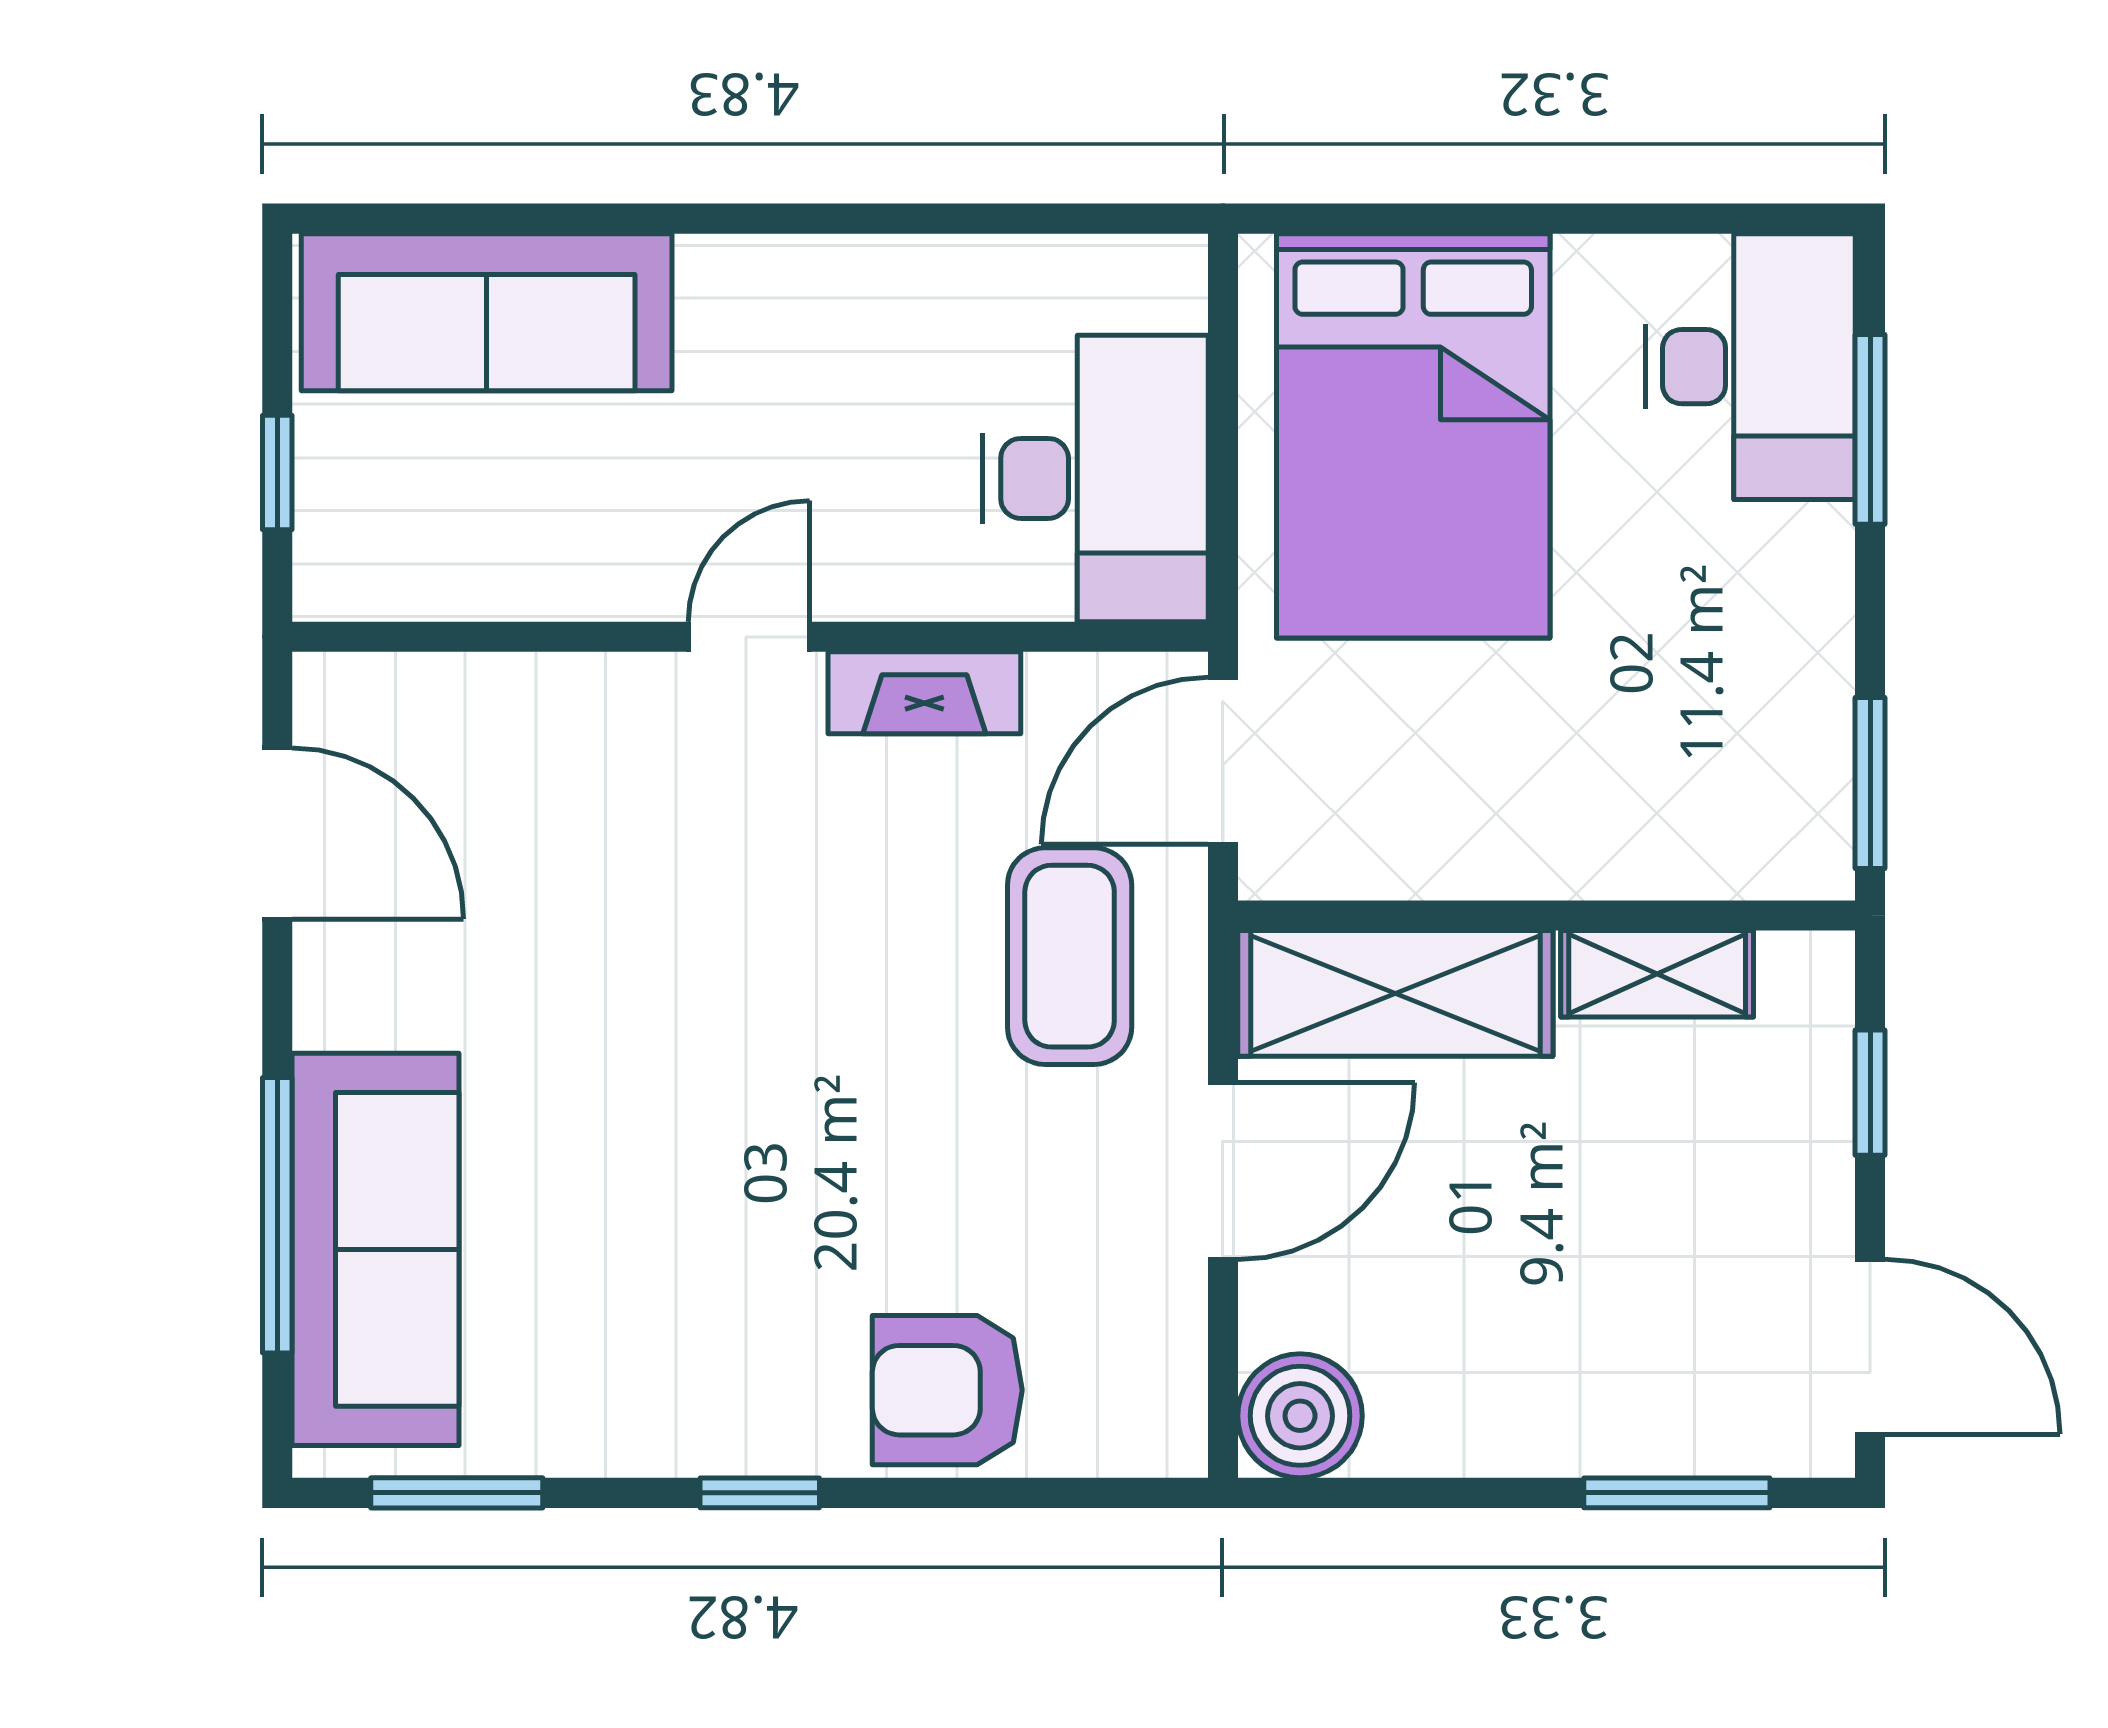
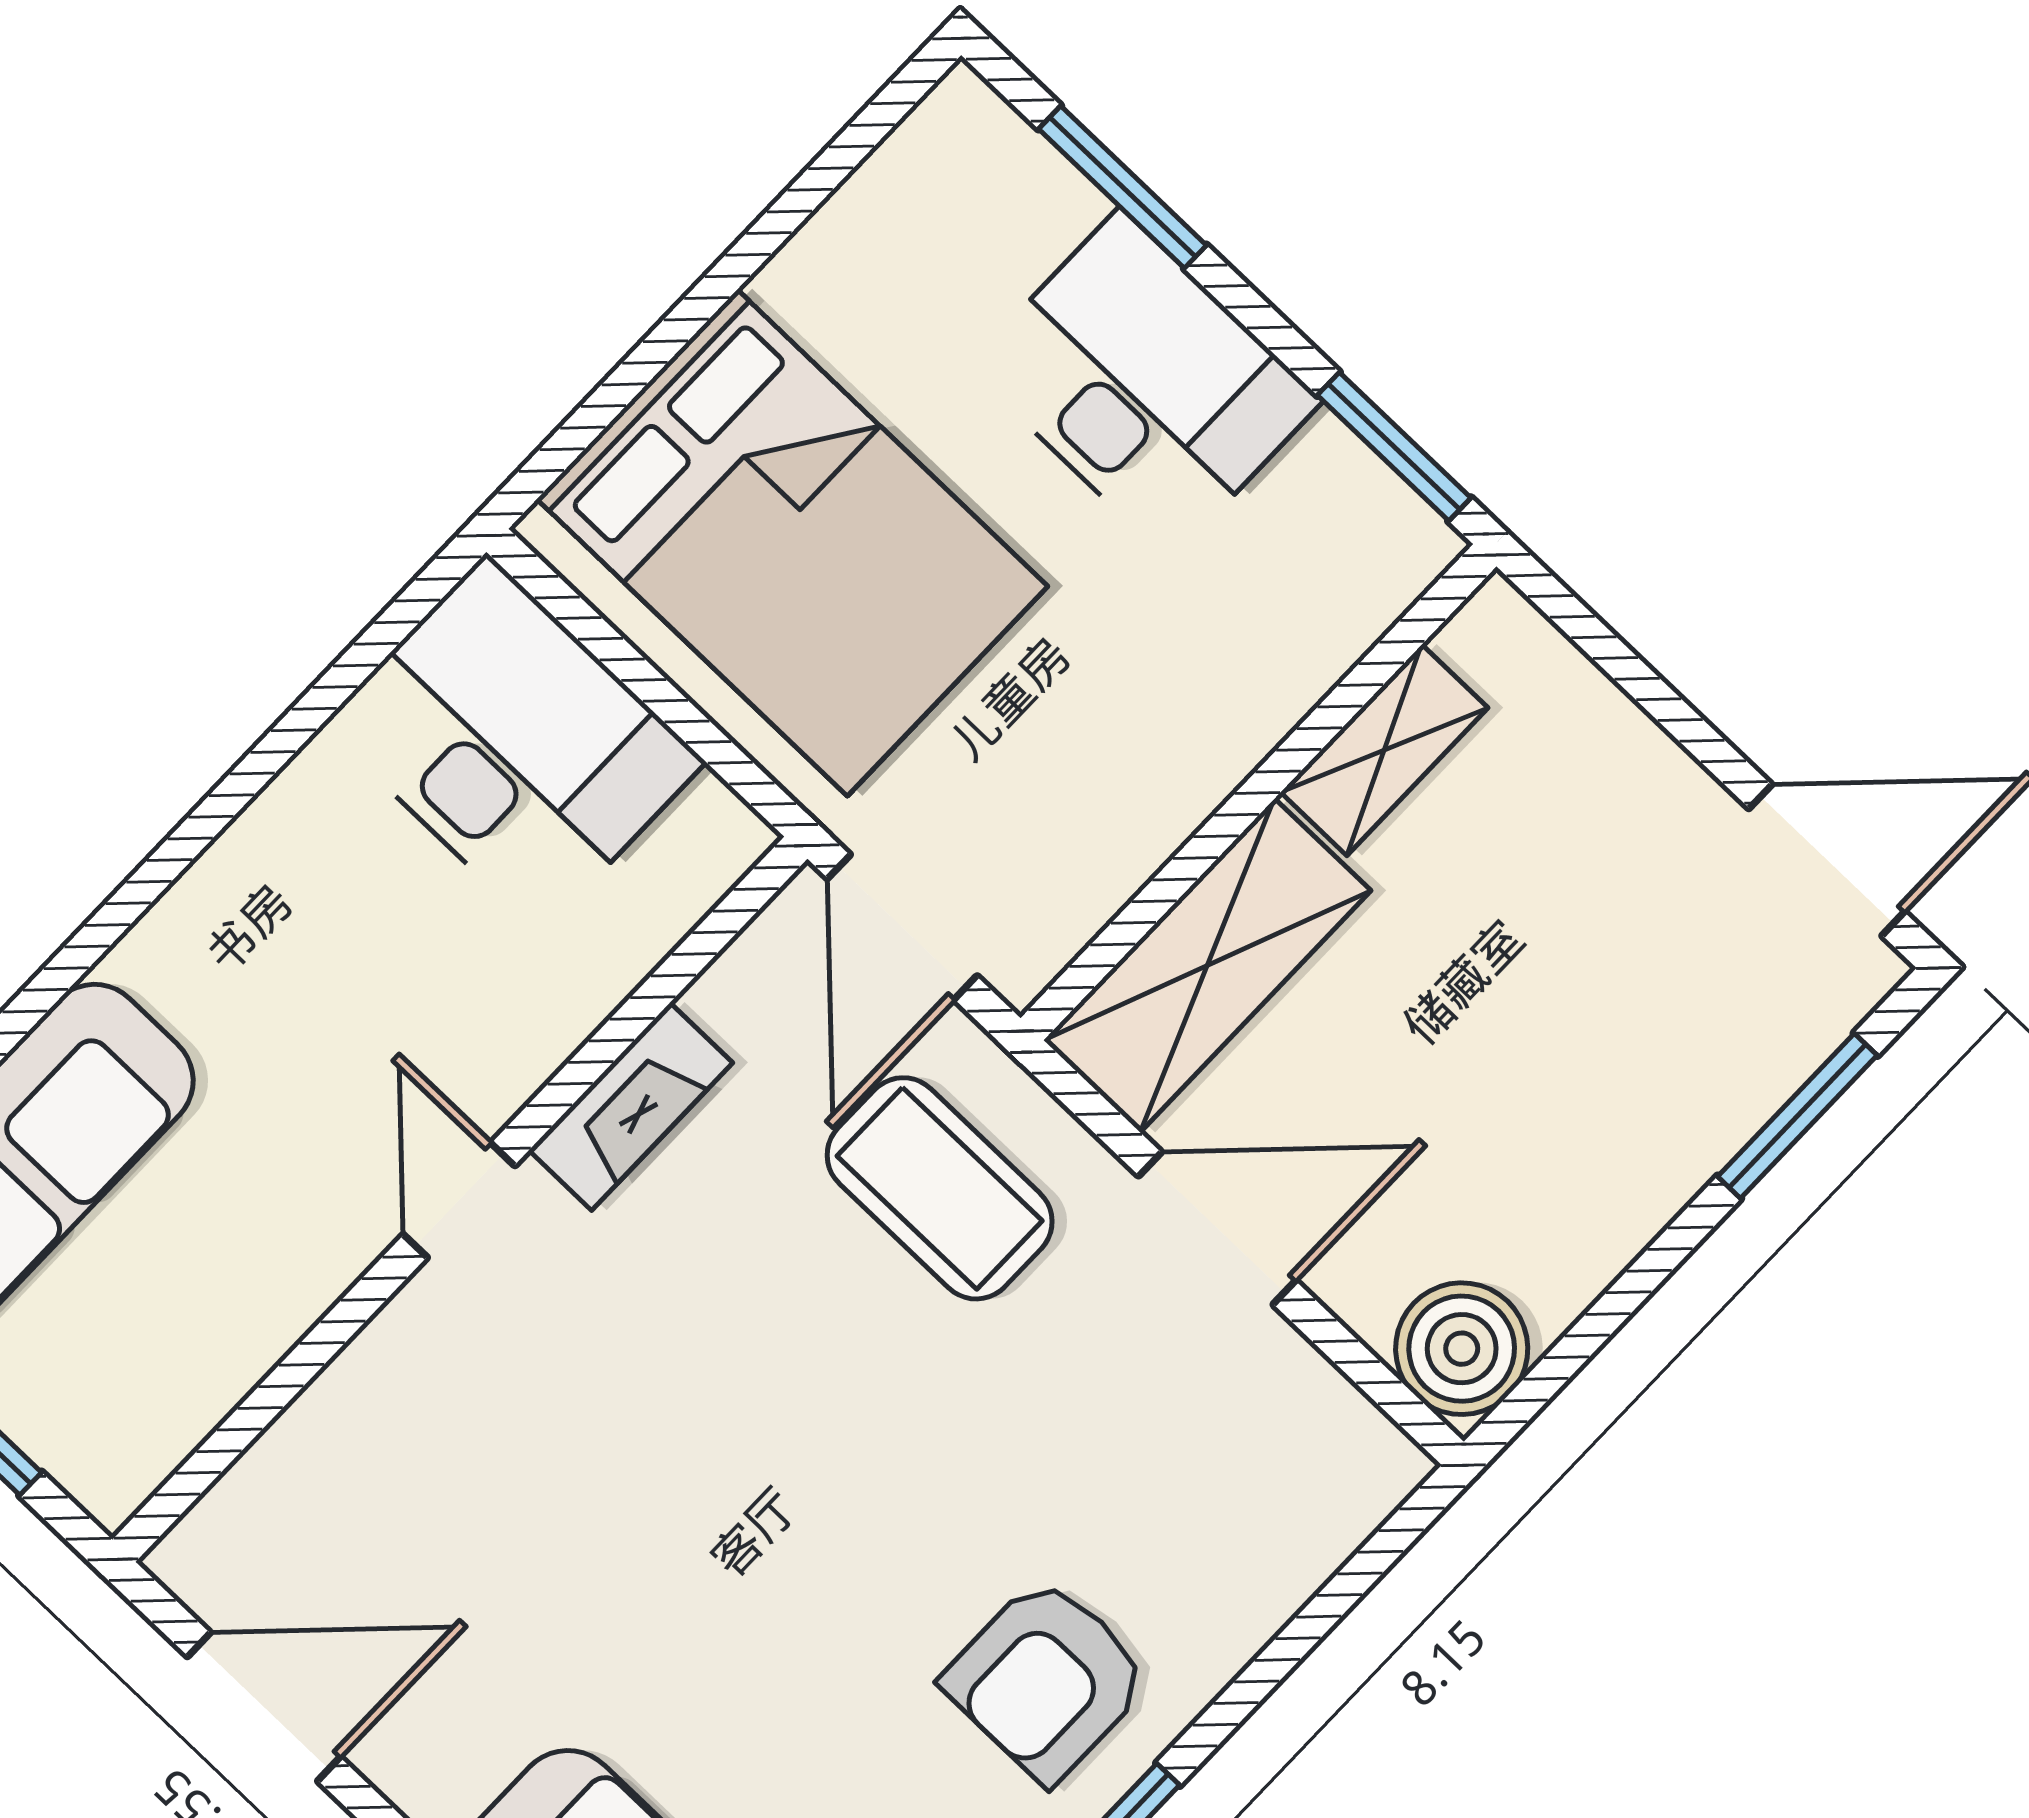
desk: (1751, 367) -> (1145, 384), moved
desk: (1095, 478) -> (514, 743), moved
window: (1870, 1093) -> (1632, 674), removed
door: (1223, 1171) -> (1217, 1228), hinge flipped
armchair: (947, 1390) -> (1047, 1680), moved

